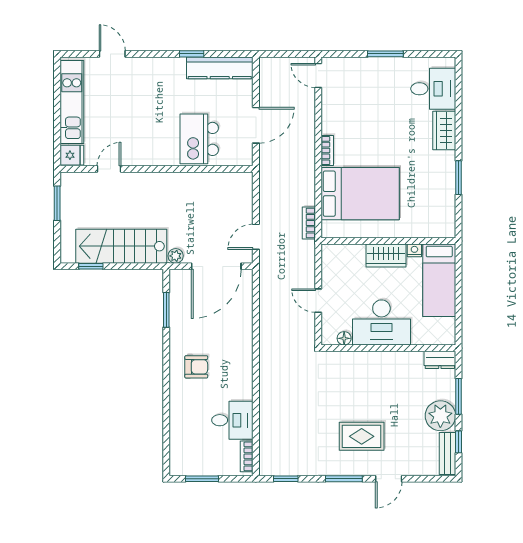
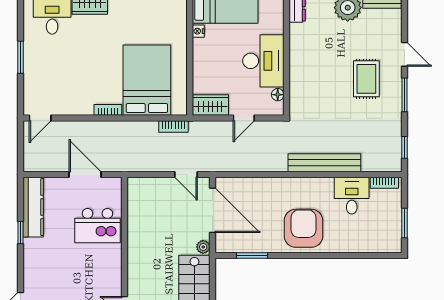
wardrobe: (386, 255) -> (210, 105), moved, turned -90
armchair: (196, 367) -> (303, 228), width x1.88, depth x1.88
bench: (269, 390) -> (324, 163), added

